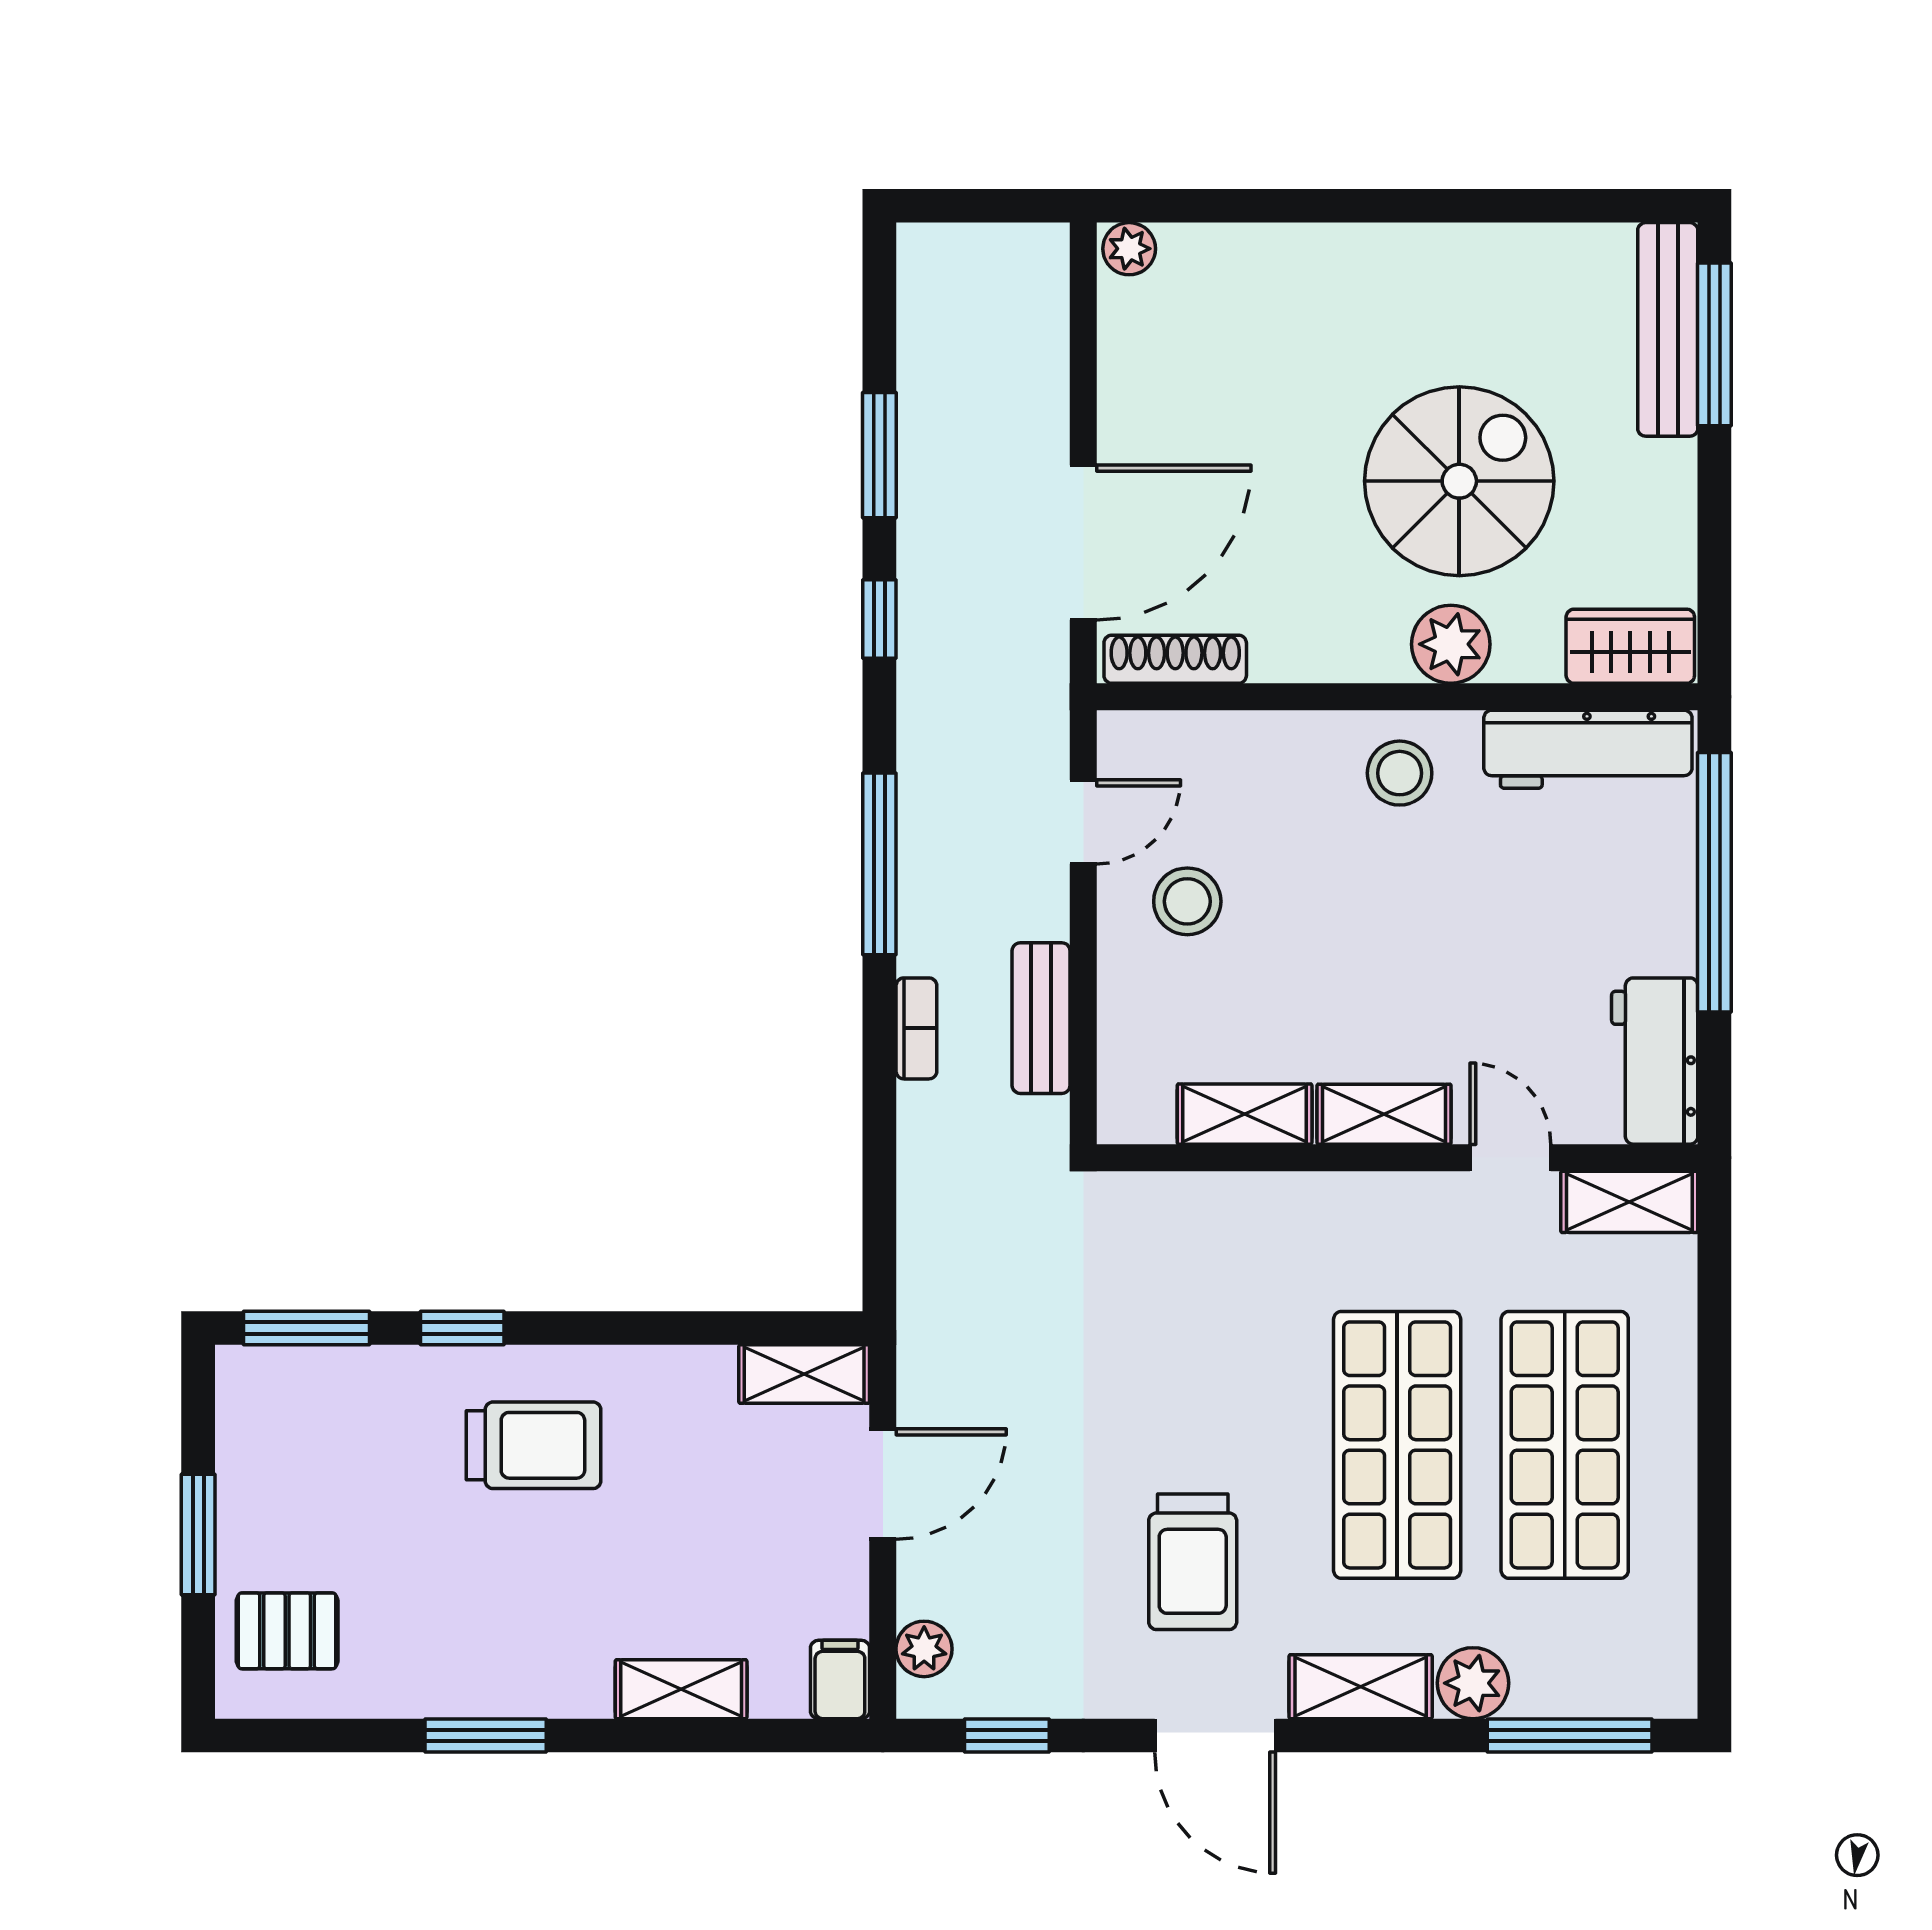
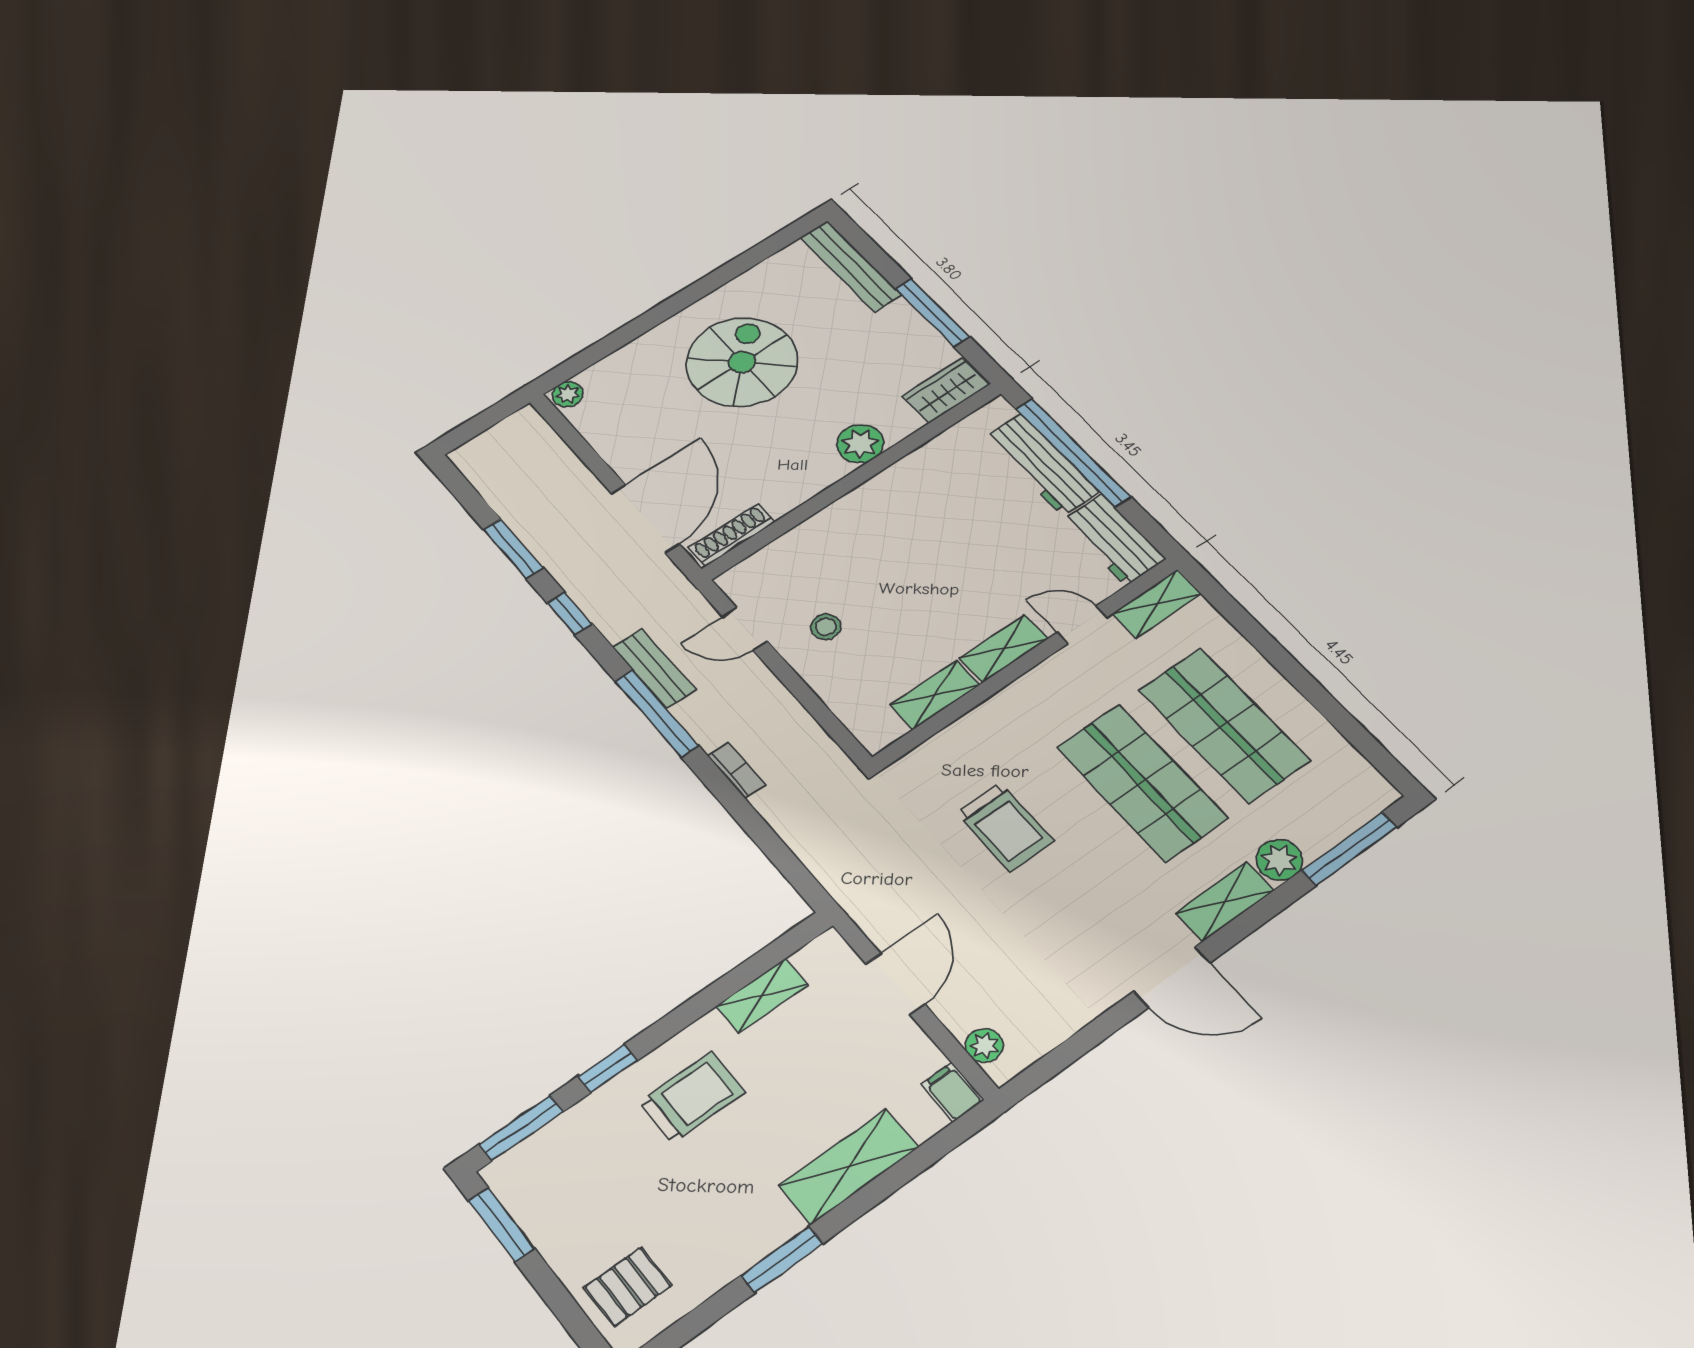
window: (1714, 344) -> (932, 313), moved
spiral stairs: (1459, 481) -> (742, 362), moved
workbench: (1588, 749) -> (1042, 465), moved, turned 90
stool: (1400, 773) -> (883, 508), removed
door: (1083, 822) -> (745, 629), swing flipped
stool: (1187, 901) -> (826, 627), width x0.73, depth x0.73
bench: (1041, 1018) -> (654, 668), moved
shelving: (804, 1374) -> (762, 996), moved
window: (198, 1535) -> (501, 1224), moved
trolley: (1193, 1562) -> (1005, 827), moved
shelving: (681, 1689) -> (849, 1166), width x1.50, depth x1.33
window: (1007, 1735) -> (1064, 1055), removed

